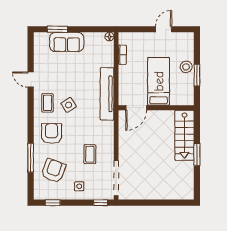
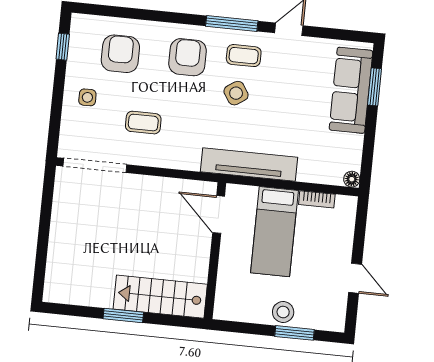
sofa: (67, 42) -> (351, 90), width x1.36
window: (197, 75) -> (294, 333), moved
bed: (159, 81) -> (274, 232), moved, turned 90
armchair: (52, 134) -> (188, 57), turned -90
window: (31, 158) -> (232, 23), moved
armchair: (53, 171) -> (120, 54), turned -111
window: (101, 203) -> (54, 133), removed

